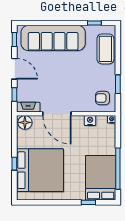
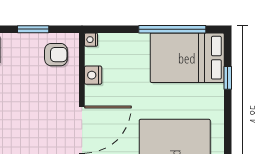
armchair: (103, 98) -> (56, 55), turned -90

